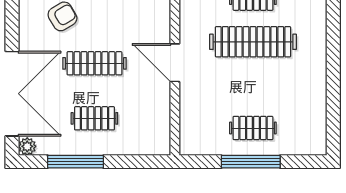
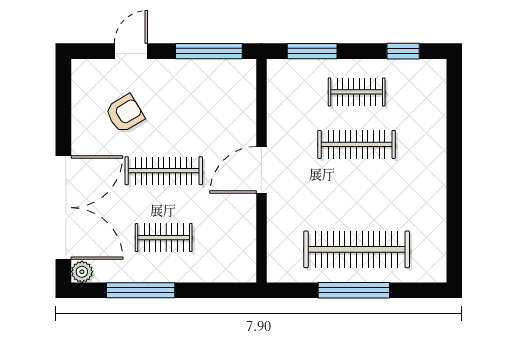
clothes rail: (253, 42) -> (357, 144), width x0.73, depth x0.76
door: (175, 63) -> (261, 170), hinge flipped
clothes rail: (253, 128) -> (357, 249), width x1.86, depth x1.31

